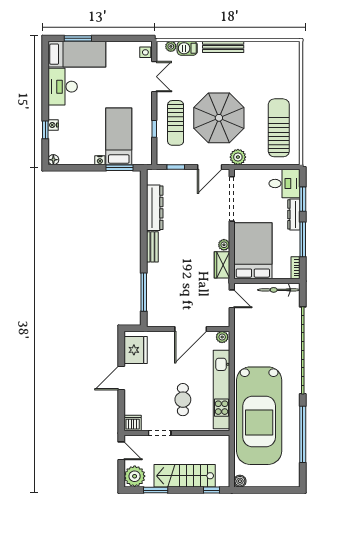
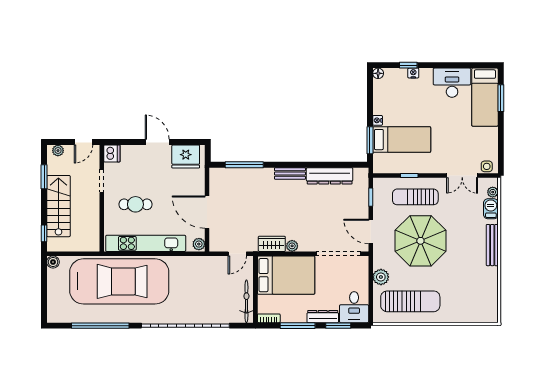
plant: (238, 157) -> (381, 277), moved
car: (259, 416) -> (119, 281), turned 180
plant: (135, 476) -> (58, 151), width x0.53, depth x0.53

